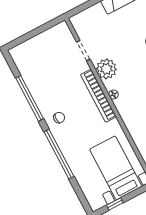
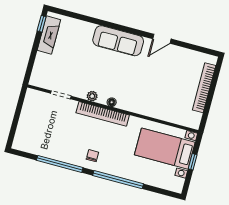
plant: (106, 69) -> (92, 96), width x0.53, depth x0.53
window: (115, 204) -> (193, 162), moved

